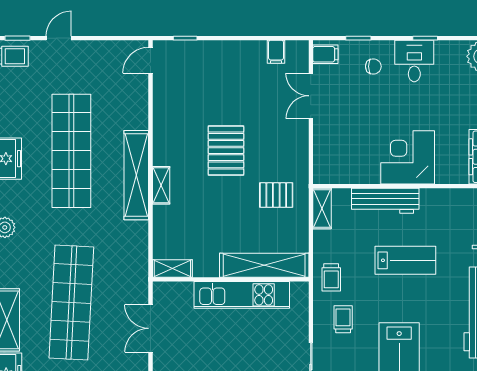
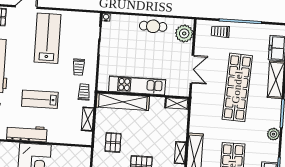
pallet: (276, 195) -> (113, 142), turned 90
workbench: (385, 201) -> (27, 133), moved
shelving: (322, 208) -> (88, 119), moved

